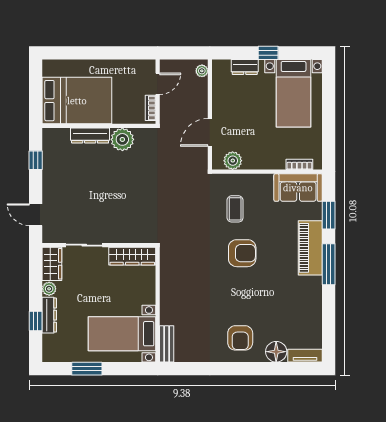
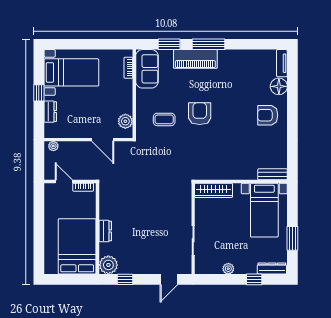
dresser: (90, 135) -> (105, 231), width x0.70
plant: (122, 139) -> (108, 265), moved
wardrobe: (132, 256) -> (214, 190), moved, turned 90
wardrobe: (52, 264) -> (208, 266), removed
dresser: (49, 315) -> (272, 269), moved
armchair: (240, 338) -> (268, 115), turned 180

